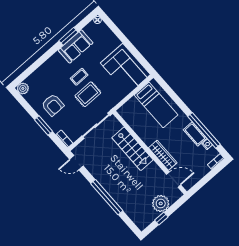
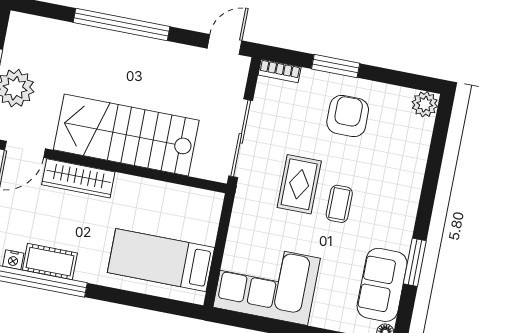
sofa: (76, 46) -> (382, 285), moved
armchair: (53, 105) -> (348, 116), turned 90
stairs: (132, 149) -> (126, 135), width x1.36, depth x1.51

